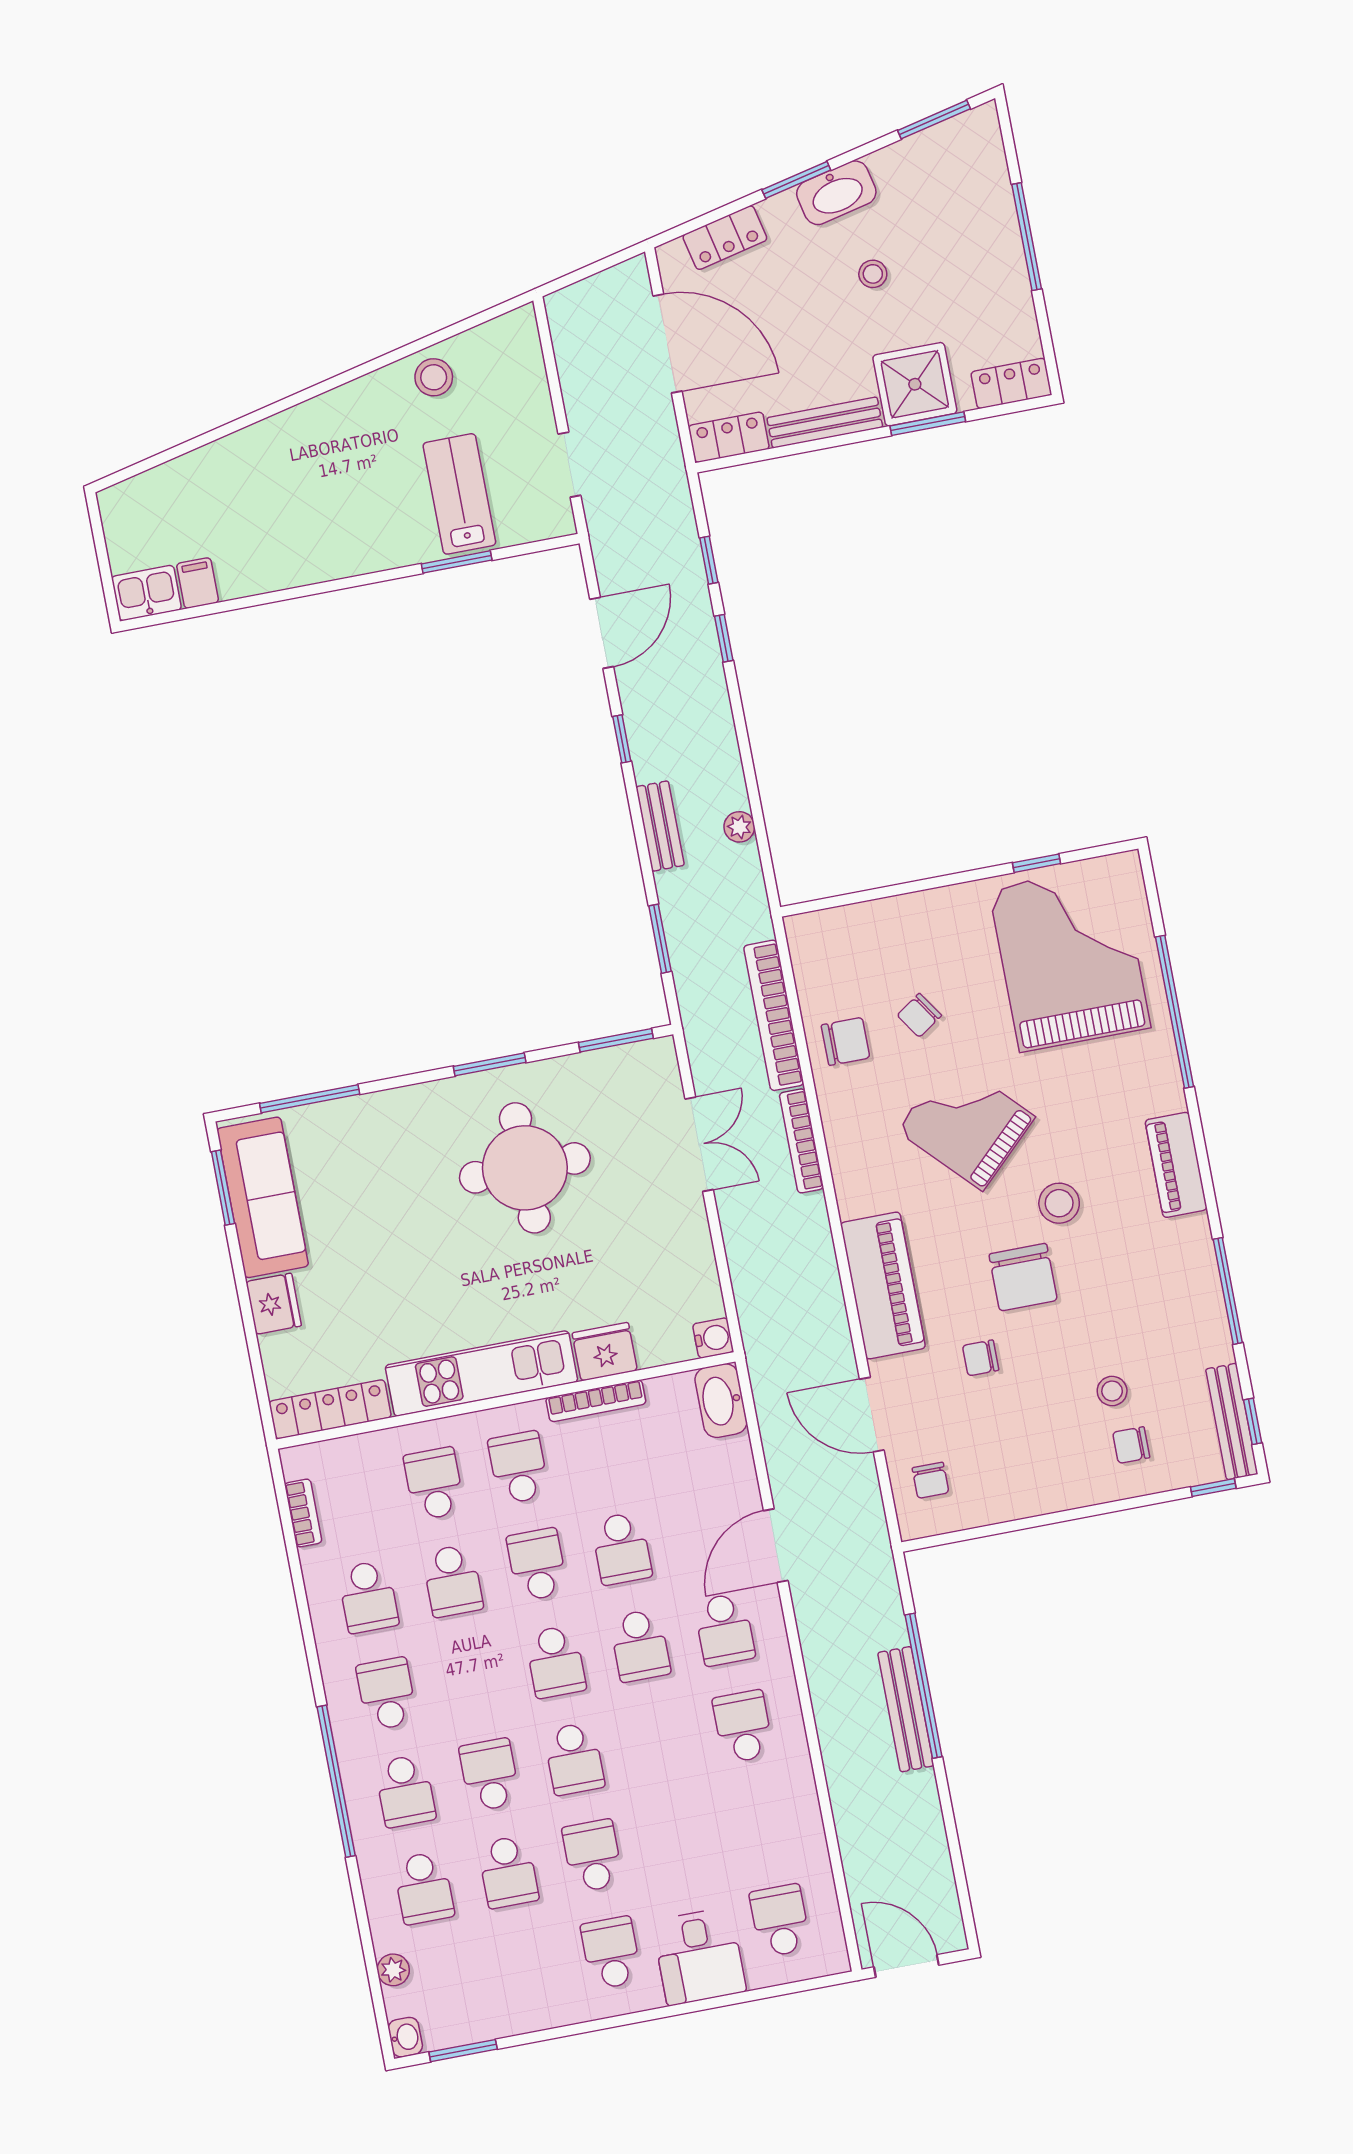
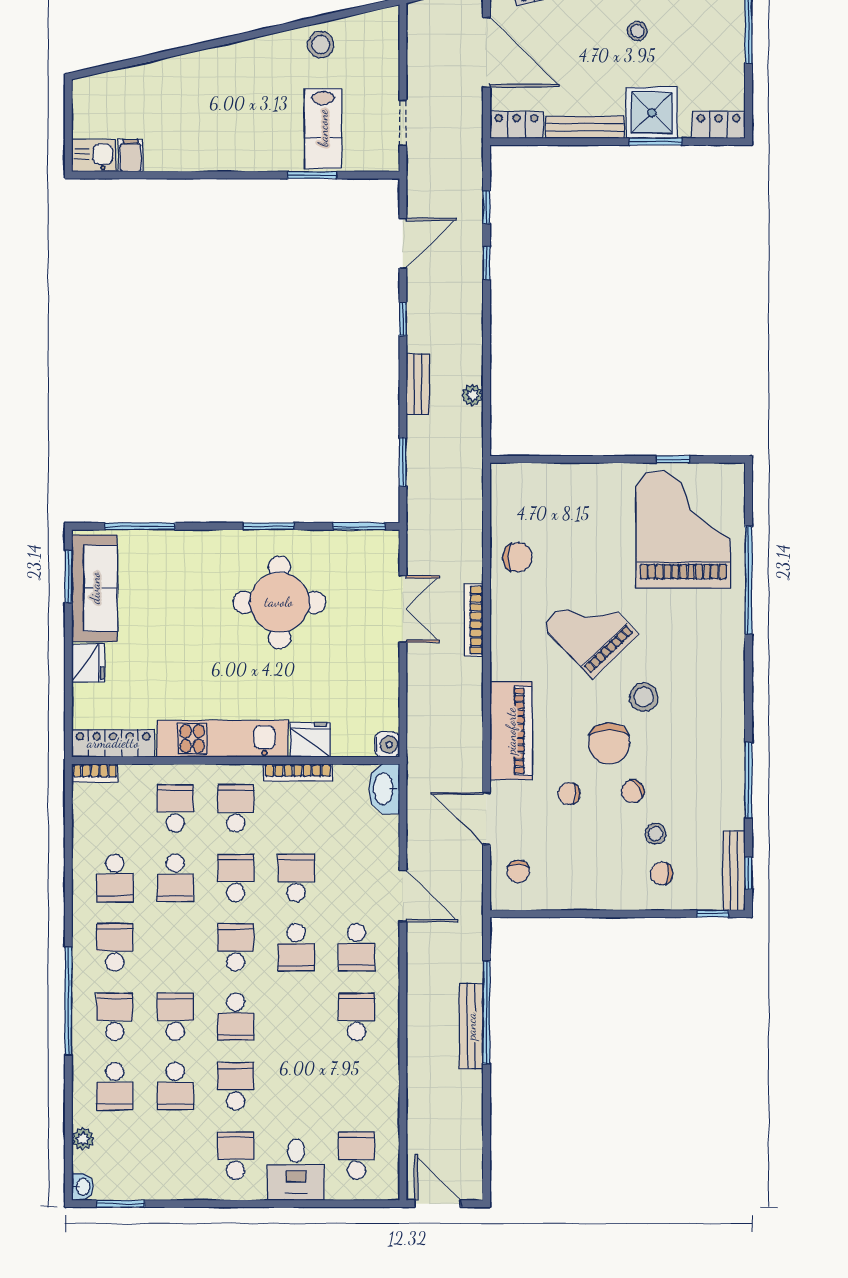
lab bench: (459, 494) -> (323, 128), turned 180
bookcase: (774, 1015) -> (471, 530), removed
chair: (919, 1015) -> (633, 791), moved
piano: (1176, 1165) -> (729, 686), removed
bookcase: (303, 1513) -> (95, 773), moved, turned 90
door: (776, 1546) -> (403, 896), swing flipped
school desk: (622, 1548) -> (296, 878), turned 180
school desk: (556, 1662) -> (236, 947), turned 180
school desk: (405, 1791) -> (115, 1017), turned 180

